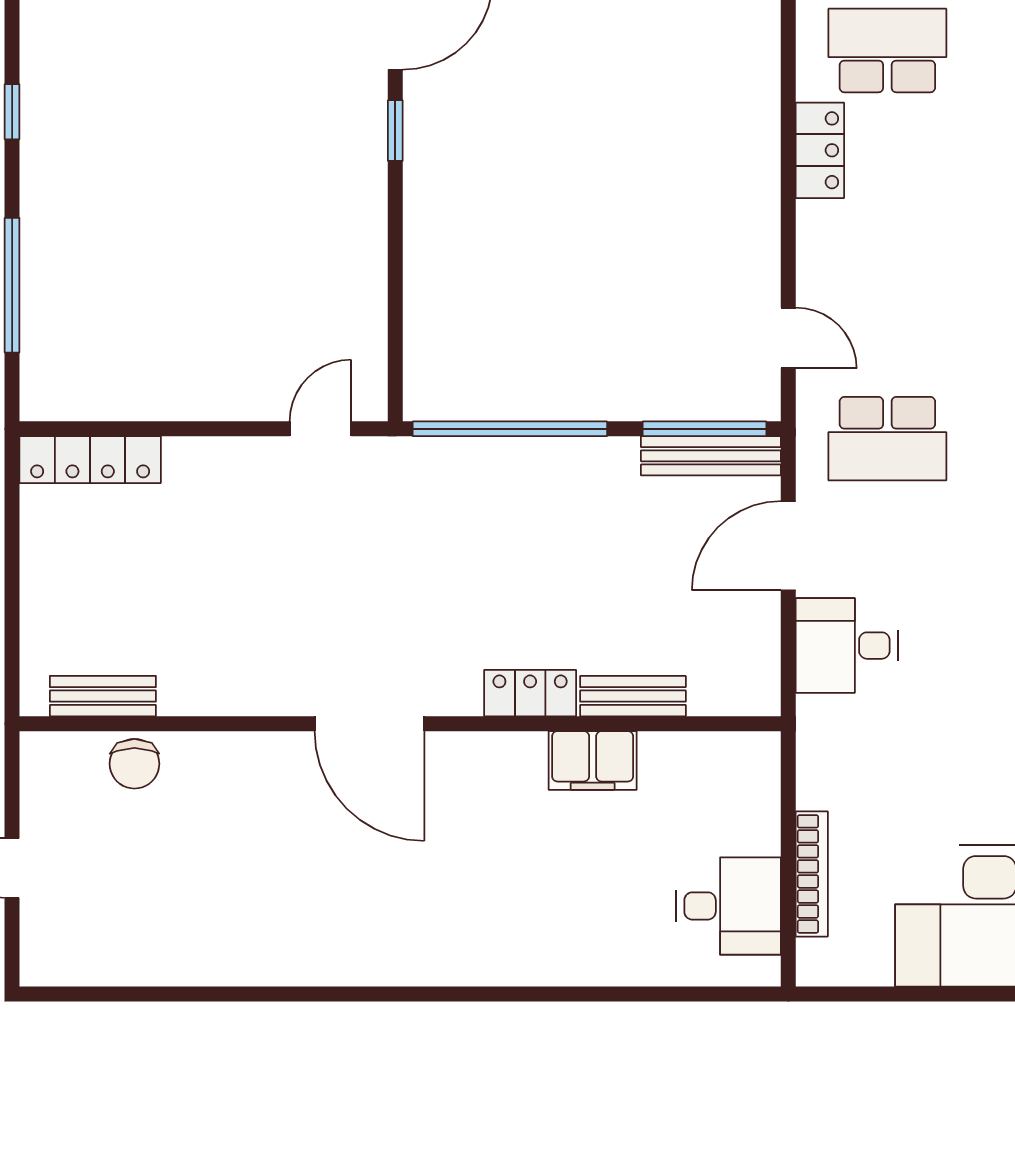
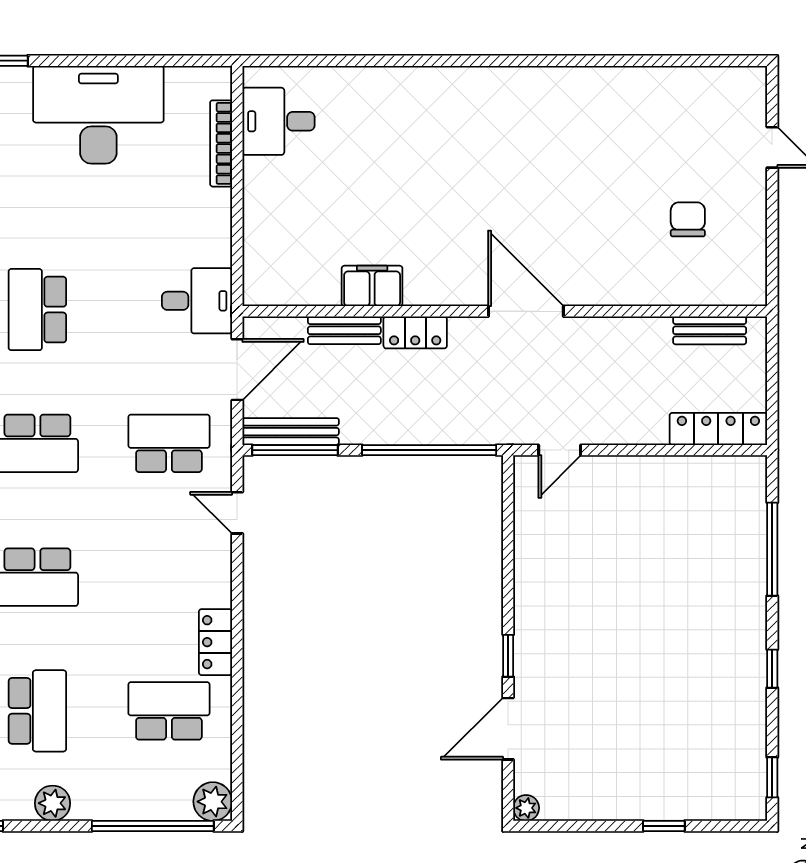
school desk: (887, 51) -> (169, 711), turned 180
locker: (530, 693) -> (415, 332), moved
bench: (103, 696) -> (710, 330), moved
bench: (633, 696) -> (344, 330), moved
door: (369, 724) -> (526, 311), moved
wall: (400, 724) -> (505, 311), moved
filing cabinet: (593, 760) -> (372, 286), moved

